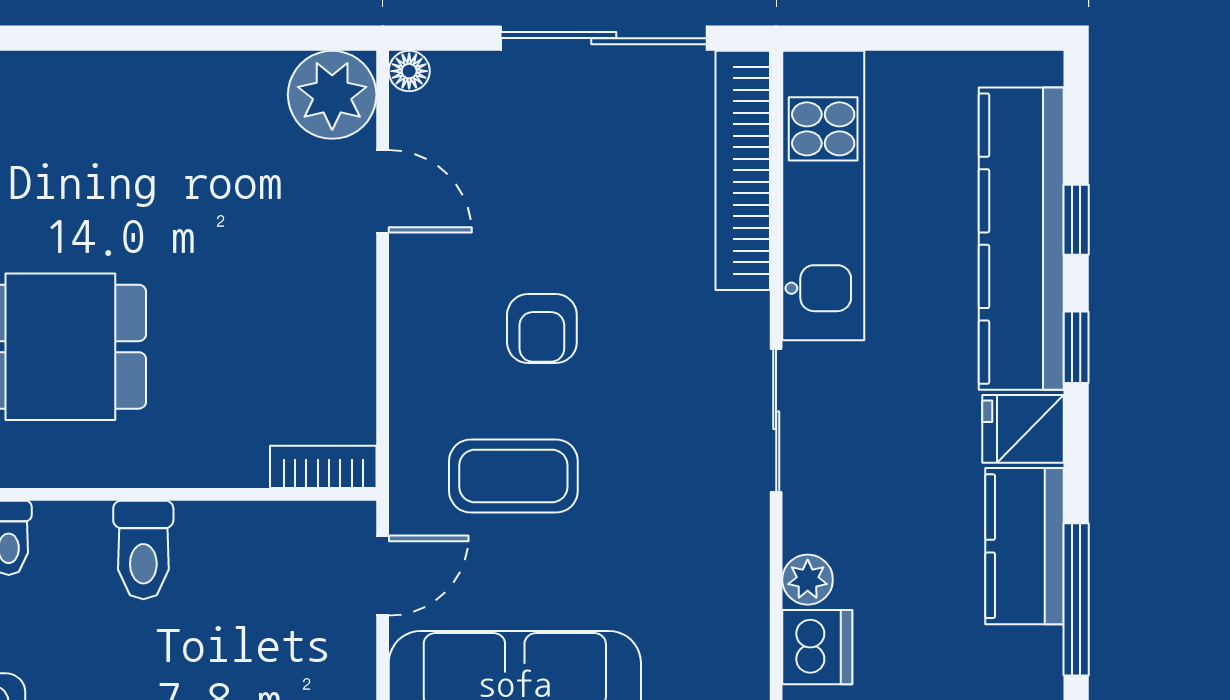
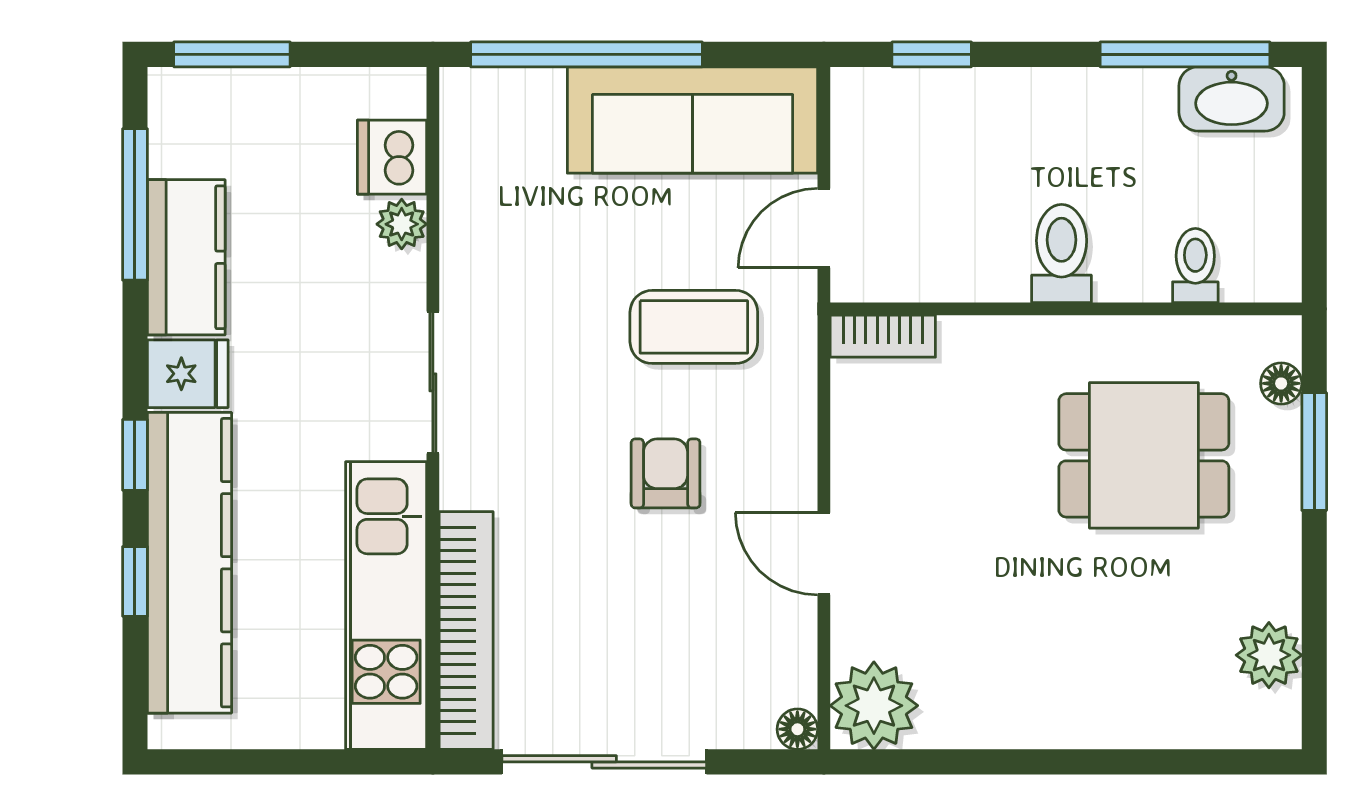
door: (383, 191) -> (824, 554), moved

